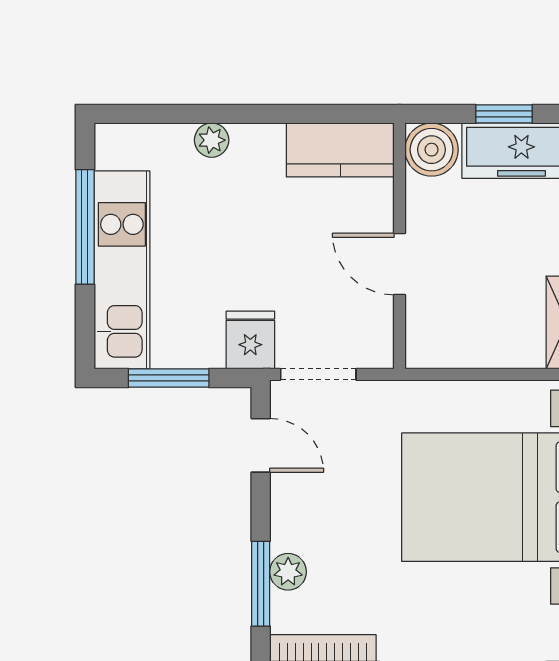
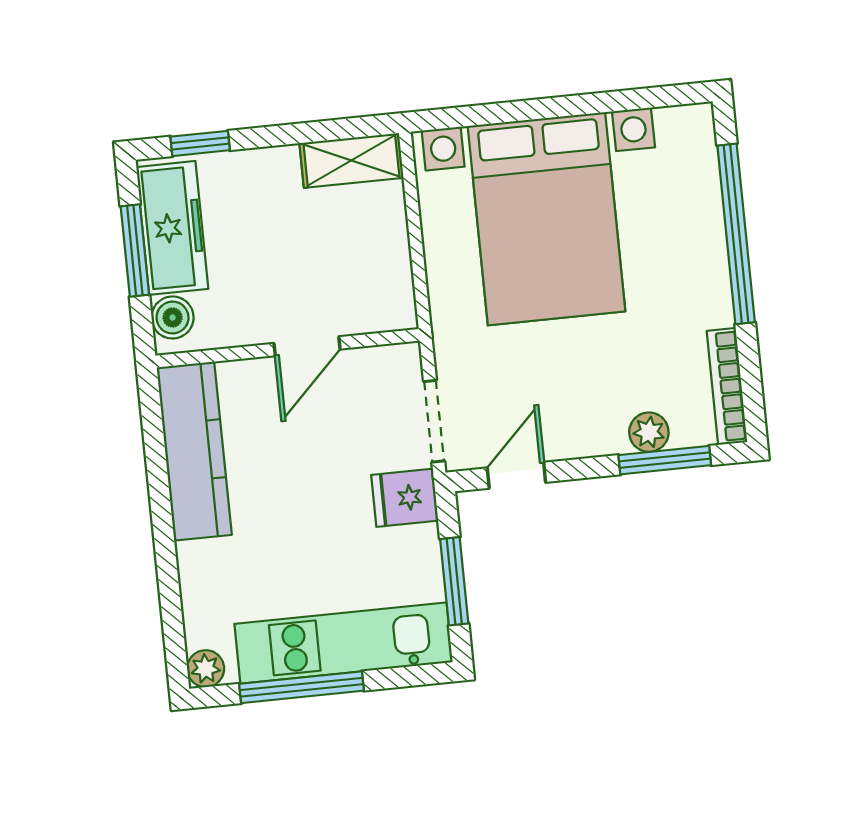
window: (504, 114) -> (135, 251), width x1.50
plant: (212, 140) -> (206, 669), moved
kitchen counter: (340, 150) -> (194, 451), width x1.50
boiler: (432, 150) -> (173, 317), width x0.73, depth x0.73

